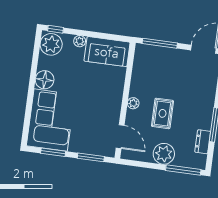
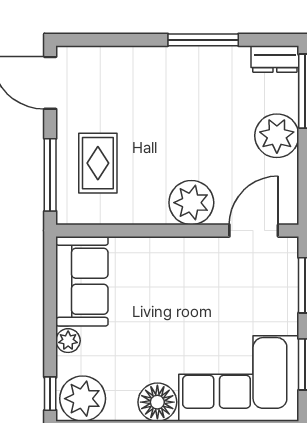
plant: (133, 103) -> (191, 203), width x1.88, depth x1.88
rug: (162, 113) -> (98, 163), moved, turned 90
dresser: (203, 142) -> (275, 59), moved

